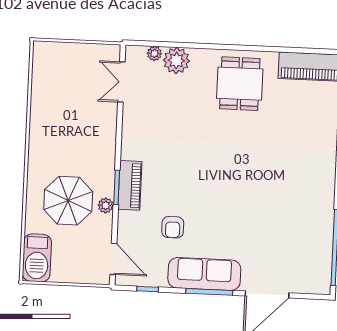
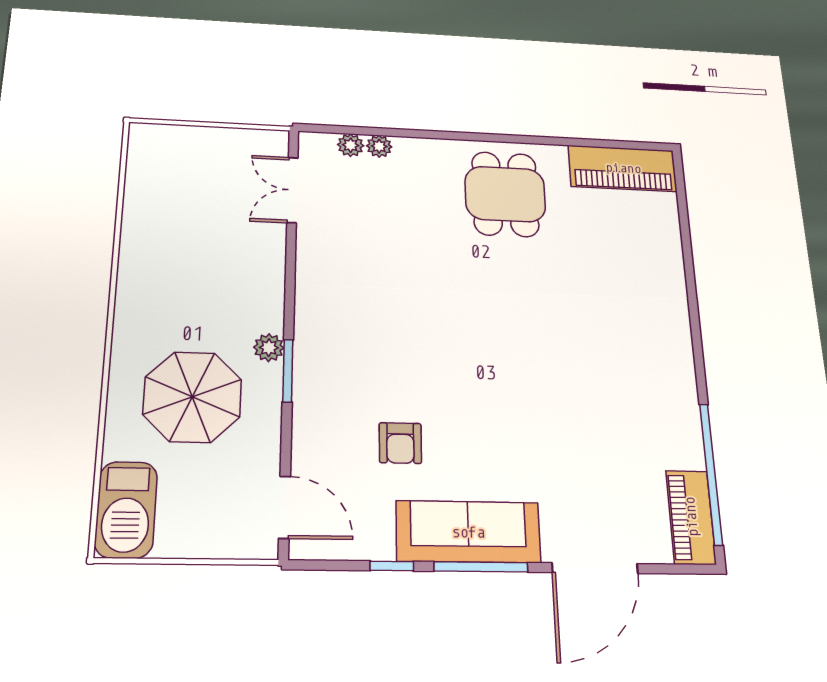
plant: (176, 60) -> (379, 146), width x0.53, depth x0.53
piano: (130, 185) -> (691, 517), moved, turned 180
plant: (106, 205) -> (269, 348), moved
window: (148, 289) -> (392, 566), moved

